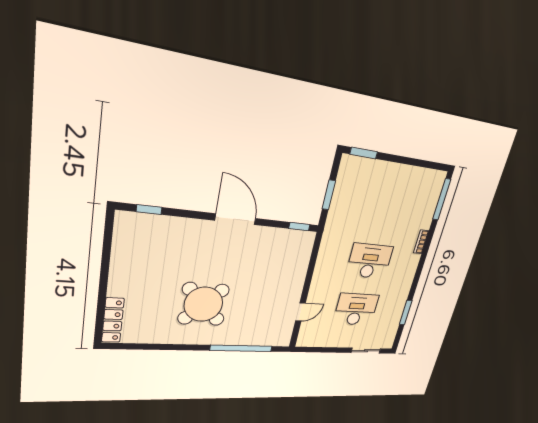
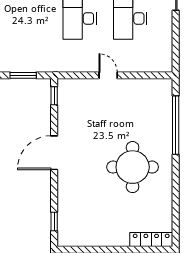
round table: (203, 304) -> (133, 167), turned 45
door: (300, 312) -> (108, 75), moved

